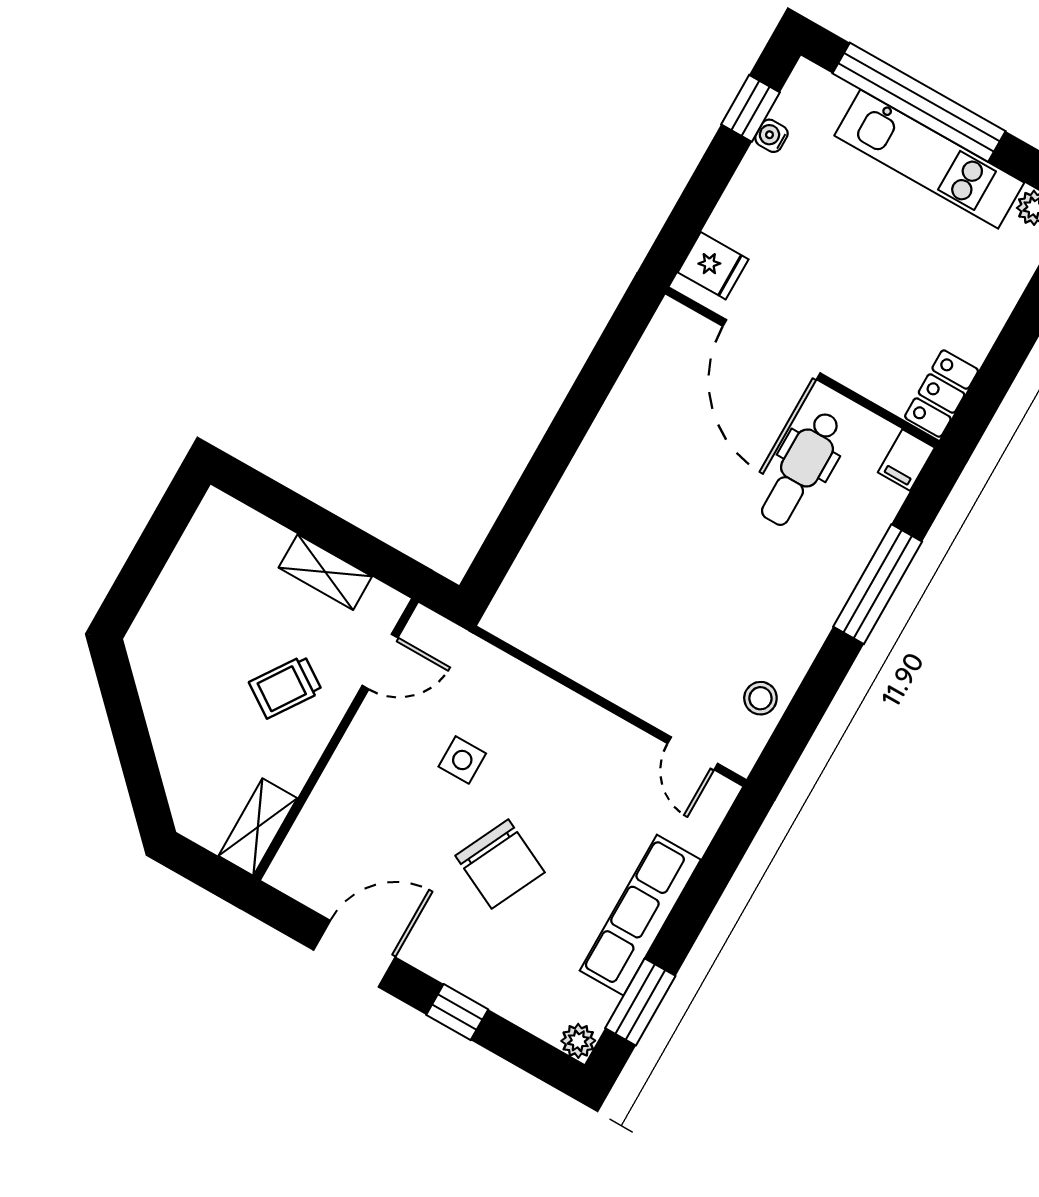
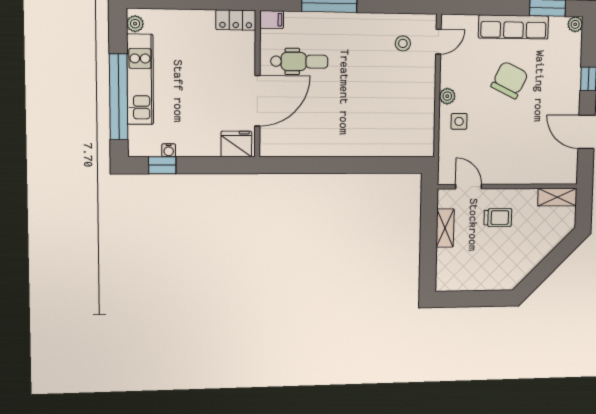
fridge: (713, 266) -> (236, 144), width x1.38
trolley: (286, 687) -> (498, 218), turned -34
stool: (760, 698) -> (403, 43), moved
plant: (579, 714) -> (447, 96), added
side table: (462, 760) -> (459, 121), moved
chair: (500, 864) -> (510, 80), moved

